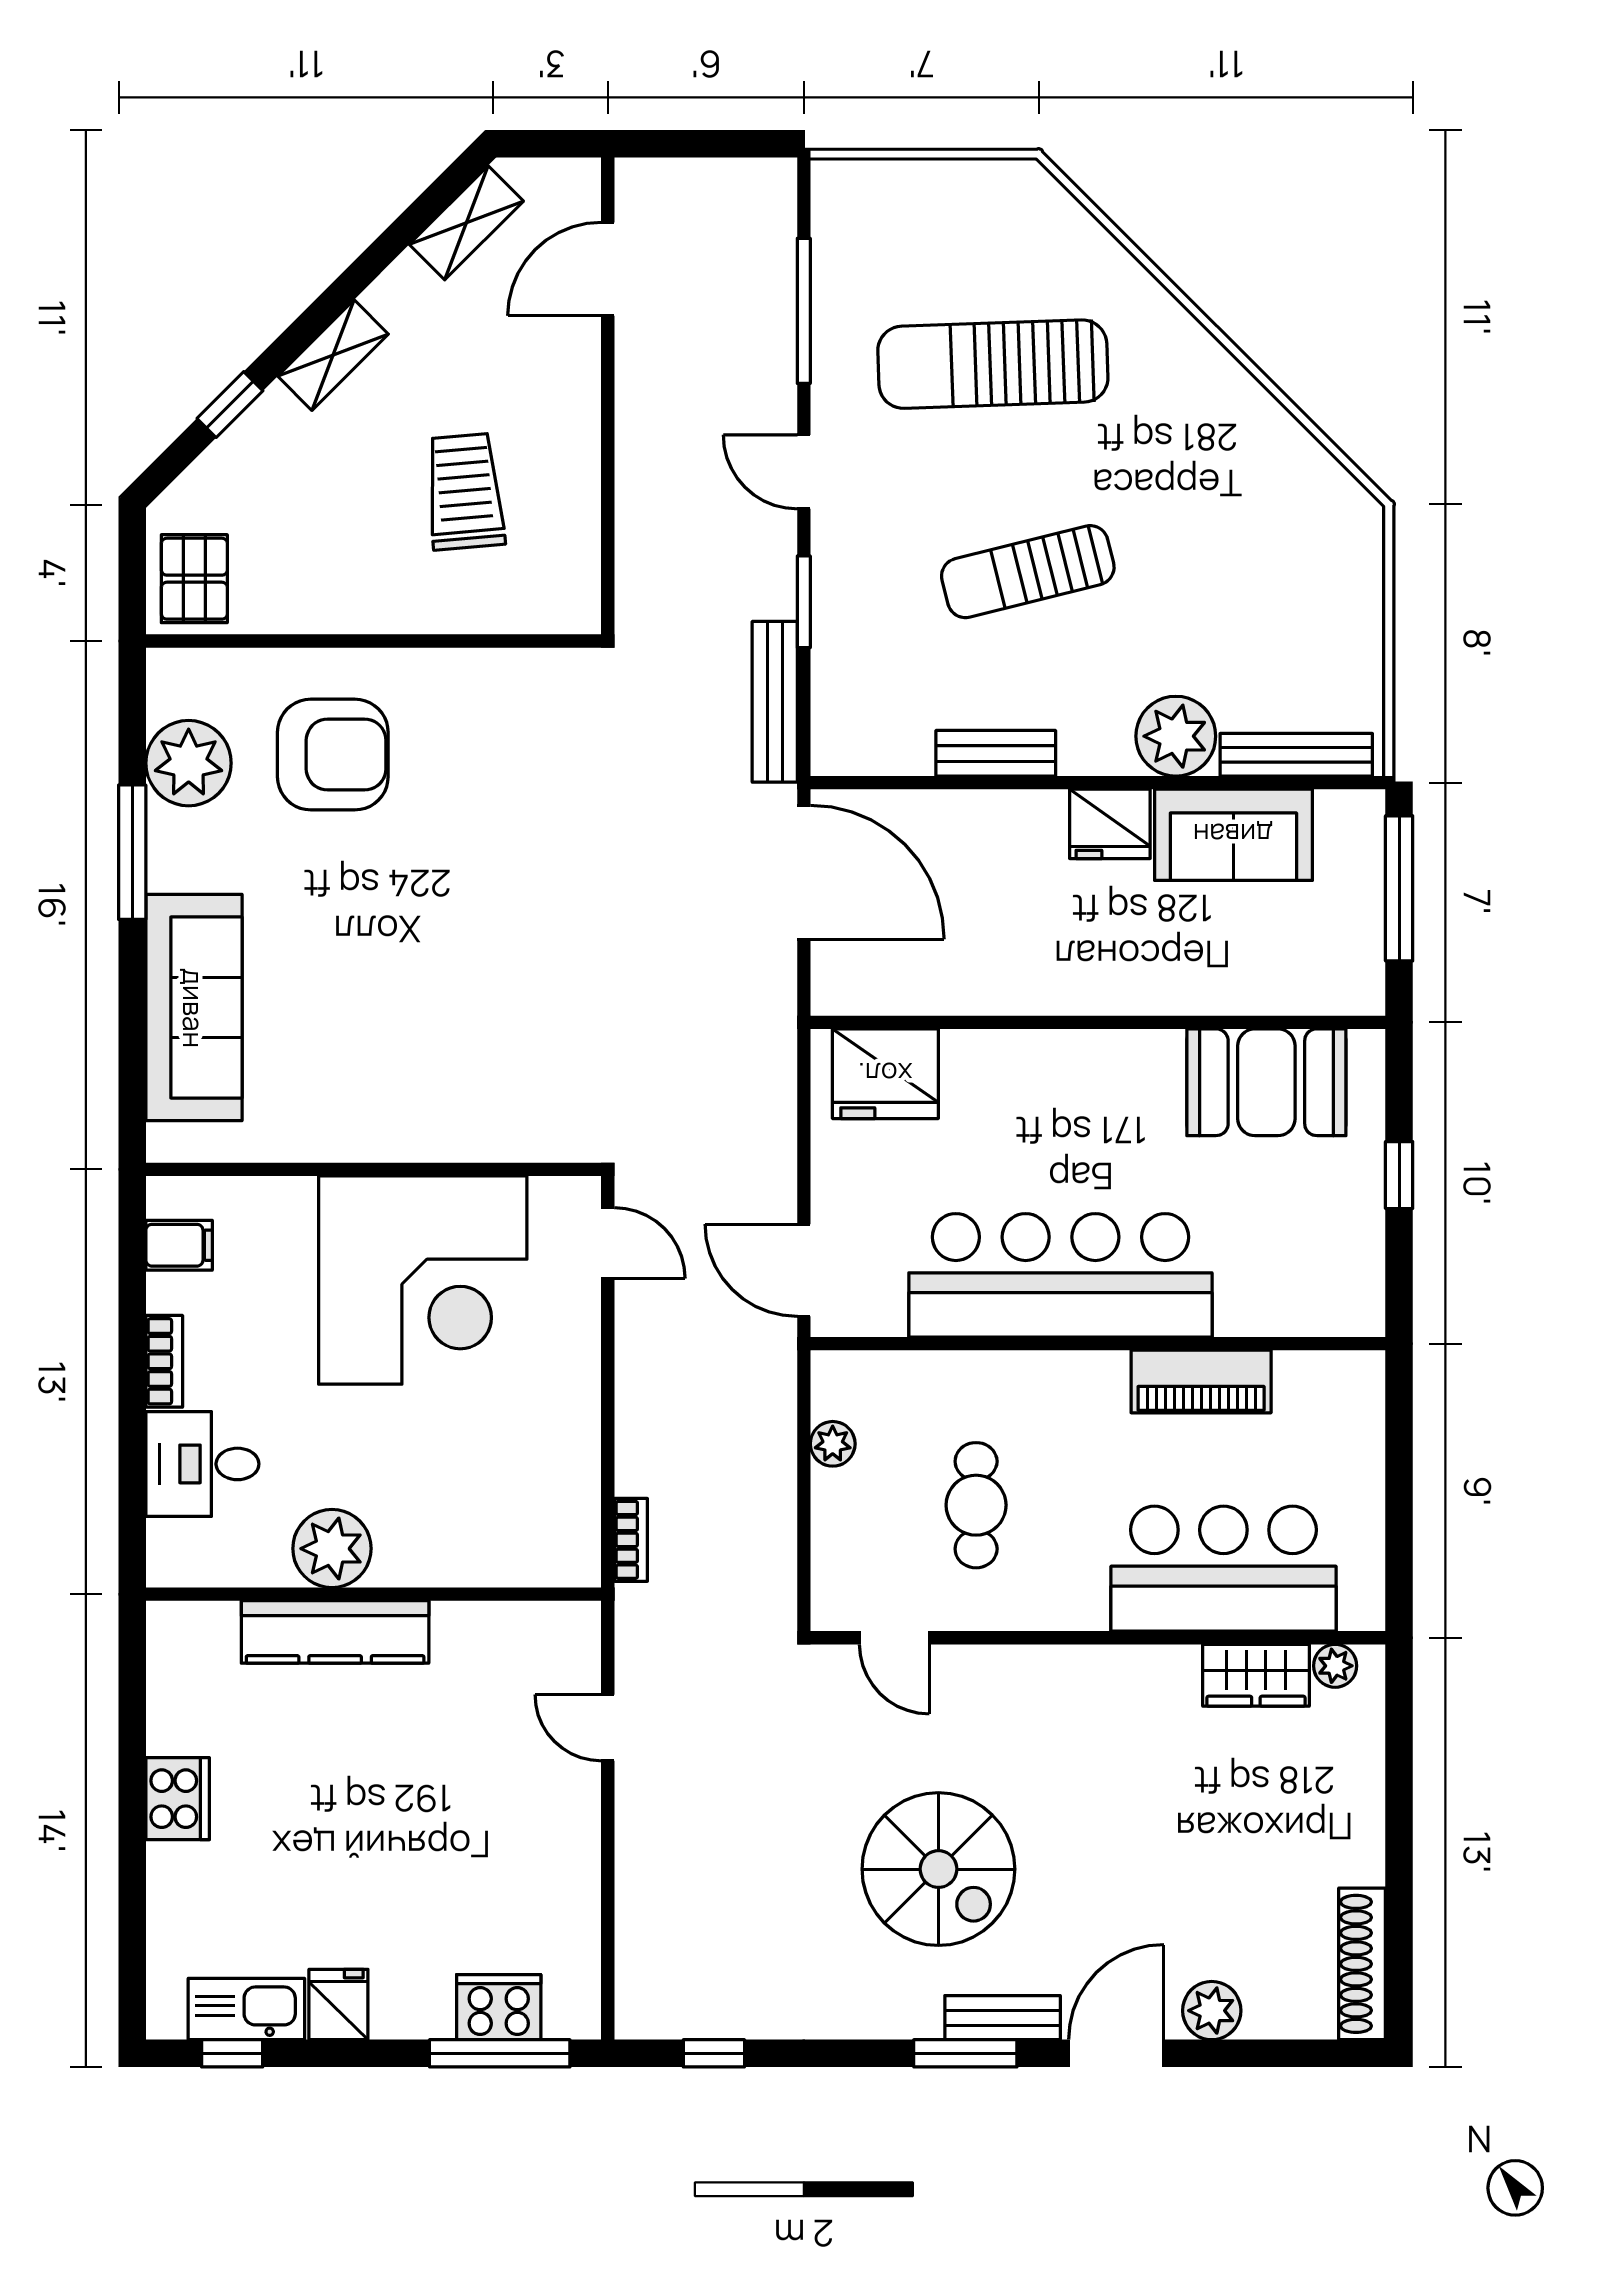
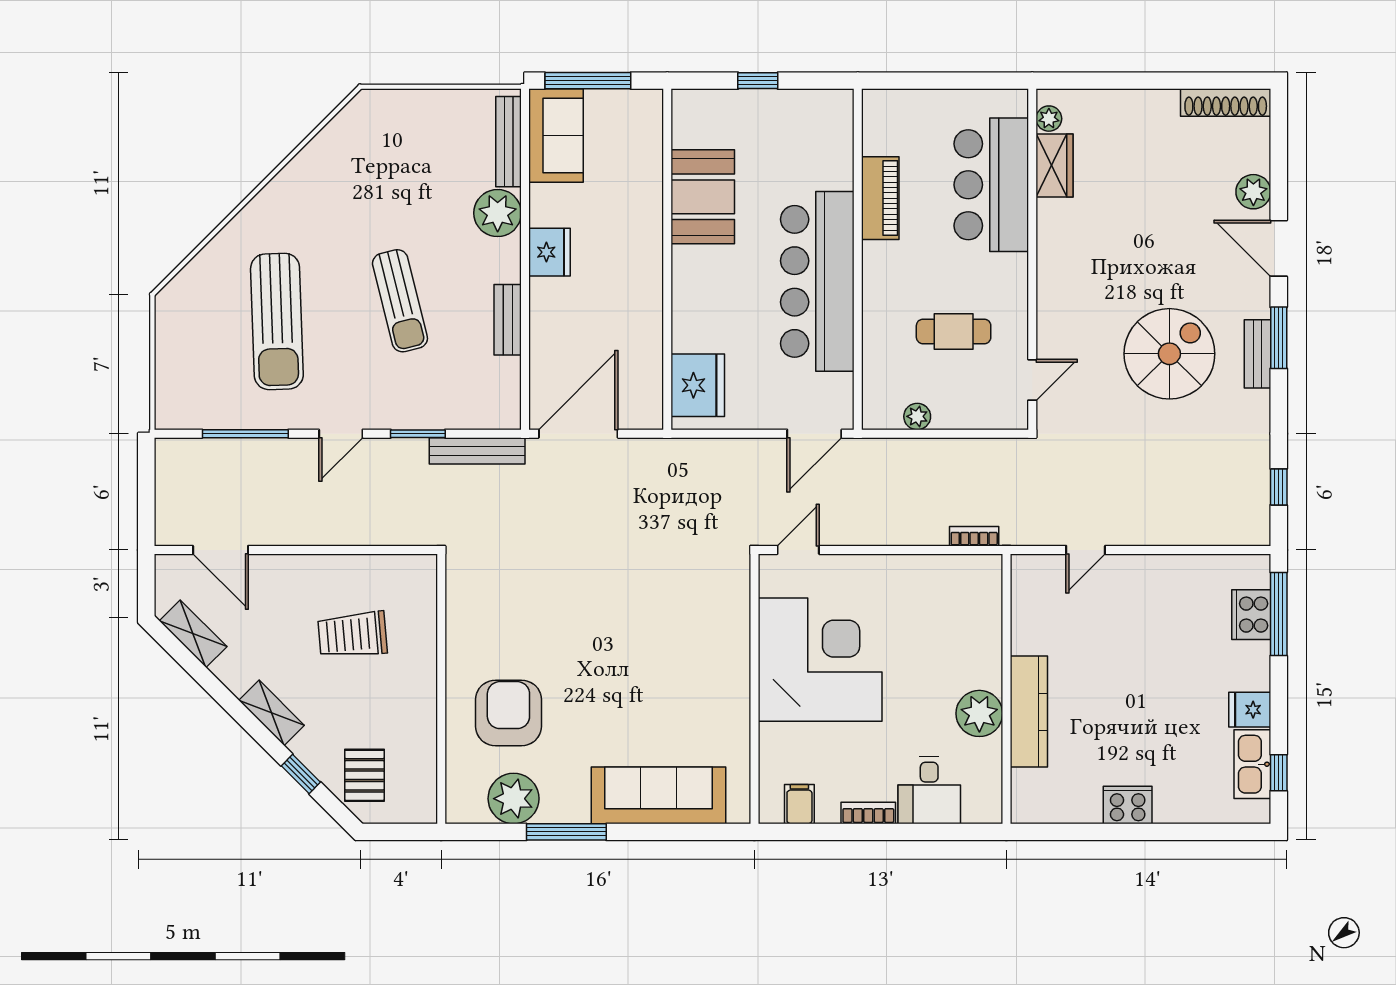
pallet: (194, 579) -> (365, 775), moved, turned 90
sofa: (1233, 835) -> (556, 135), moved
booth: (1266, 1082) -> (703, 197), moved
bench: (1003, 2018) -> (1258, 354), moved

